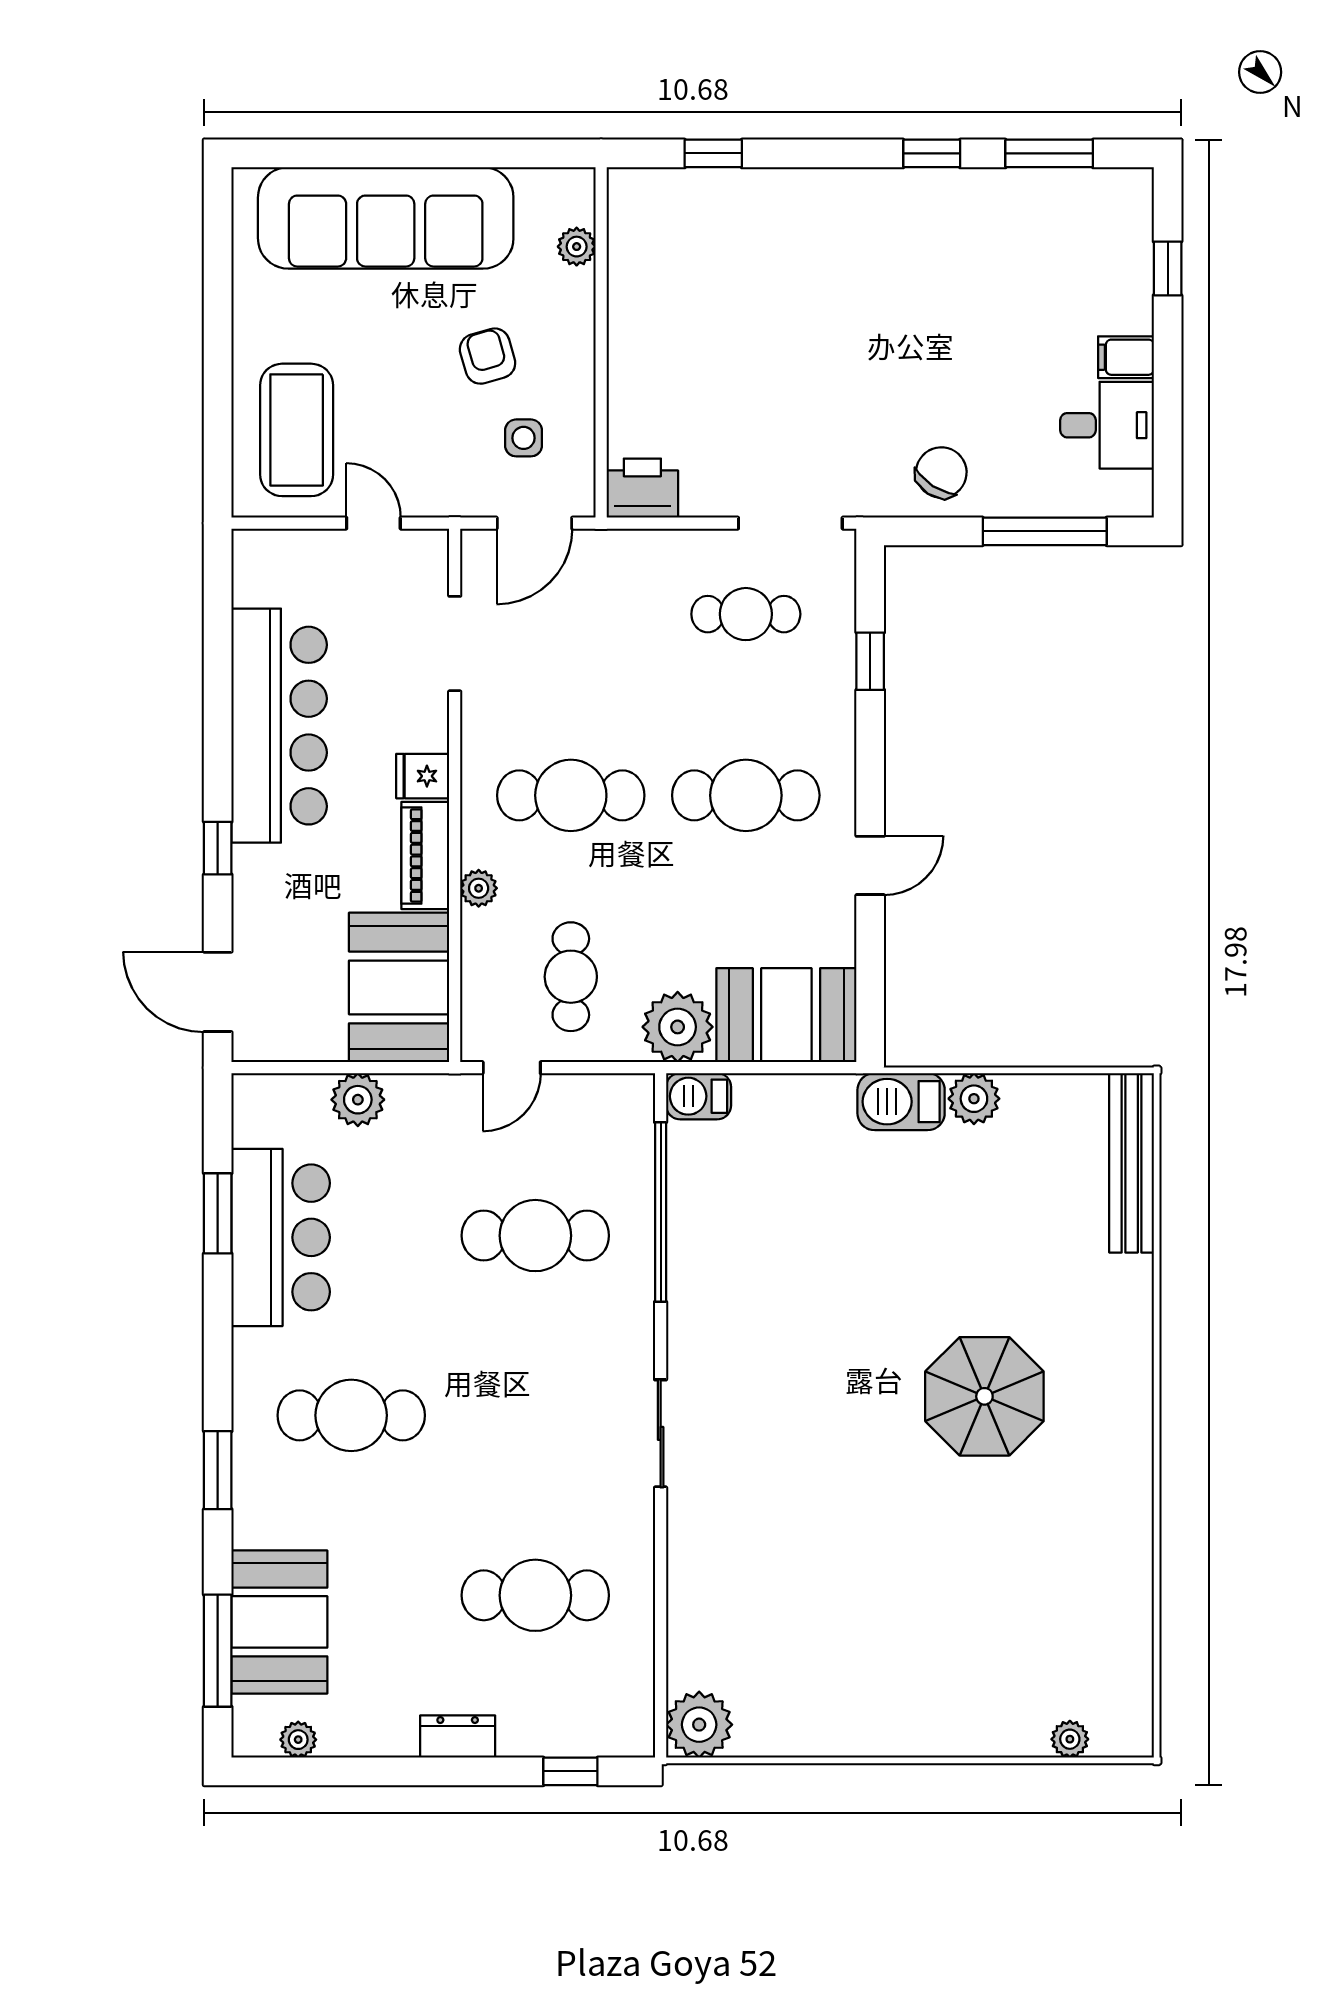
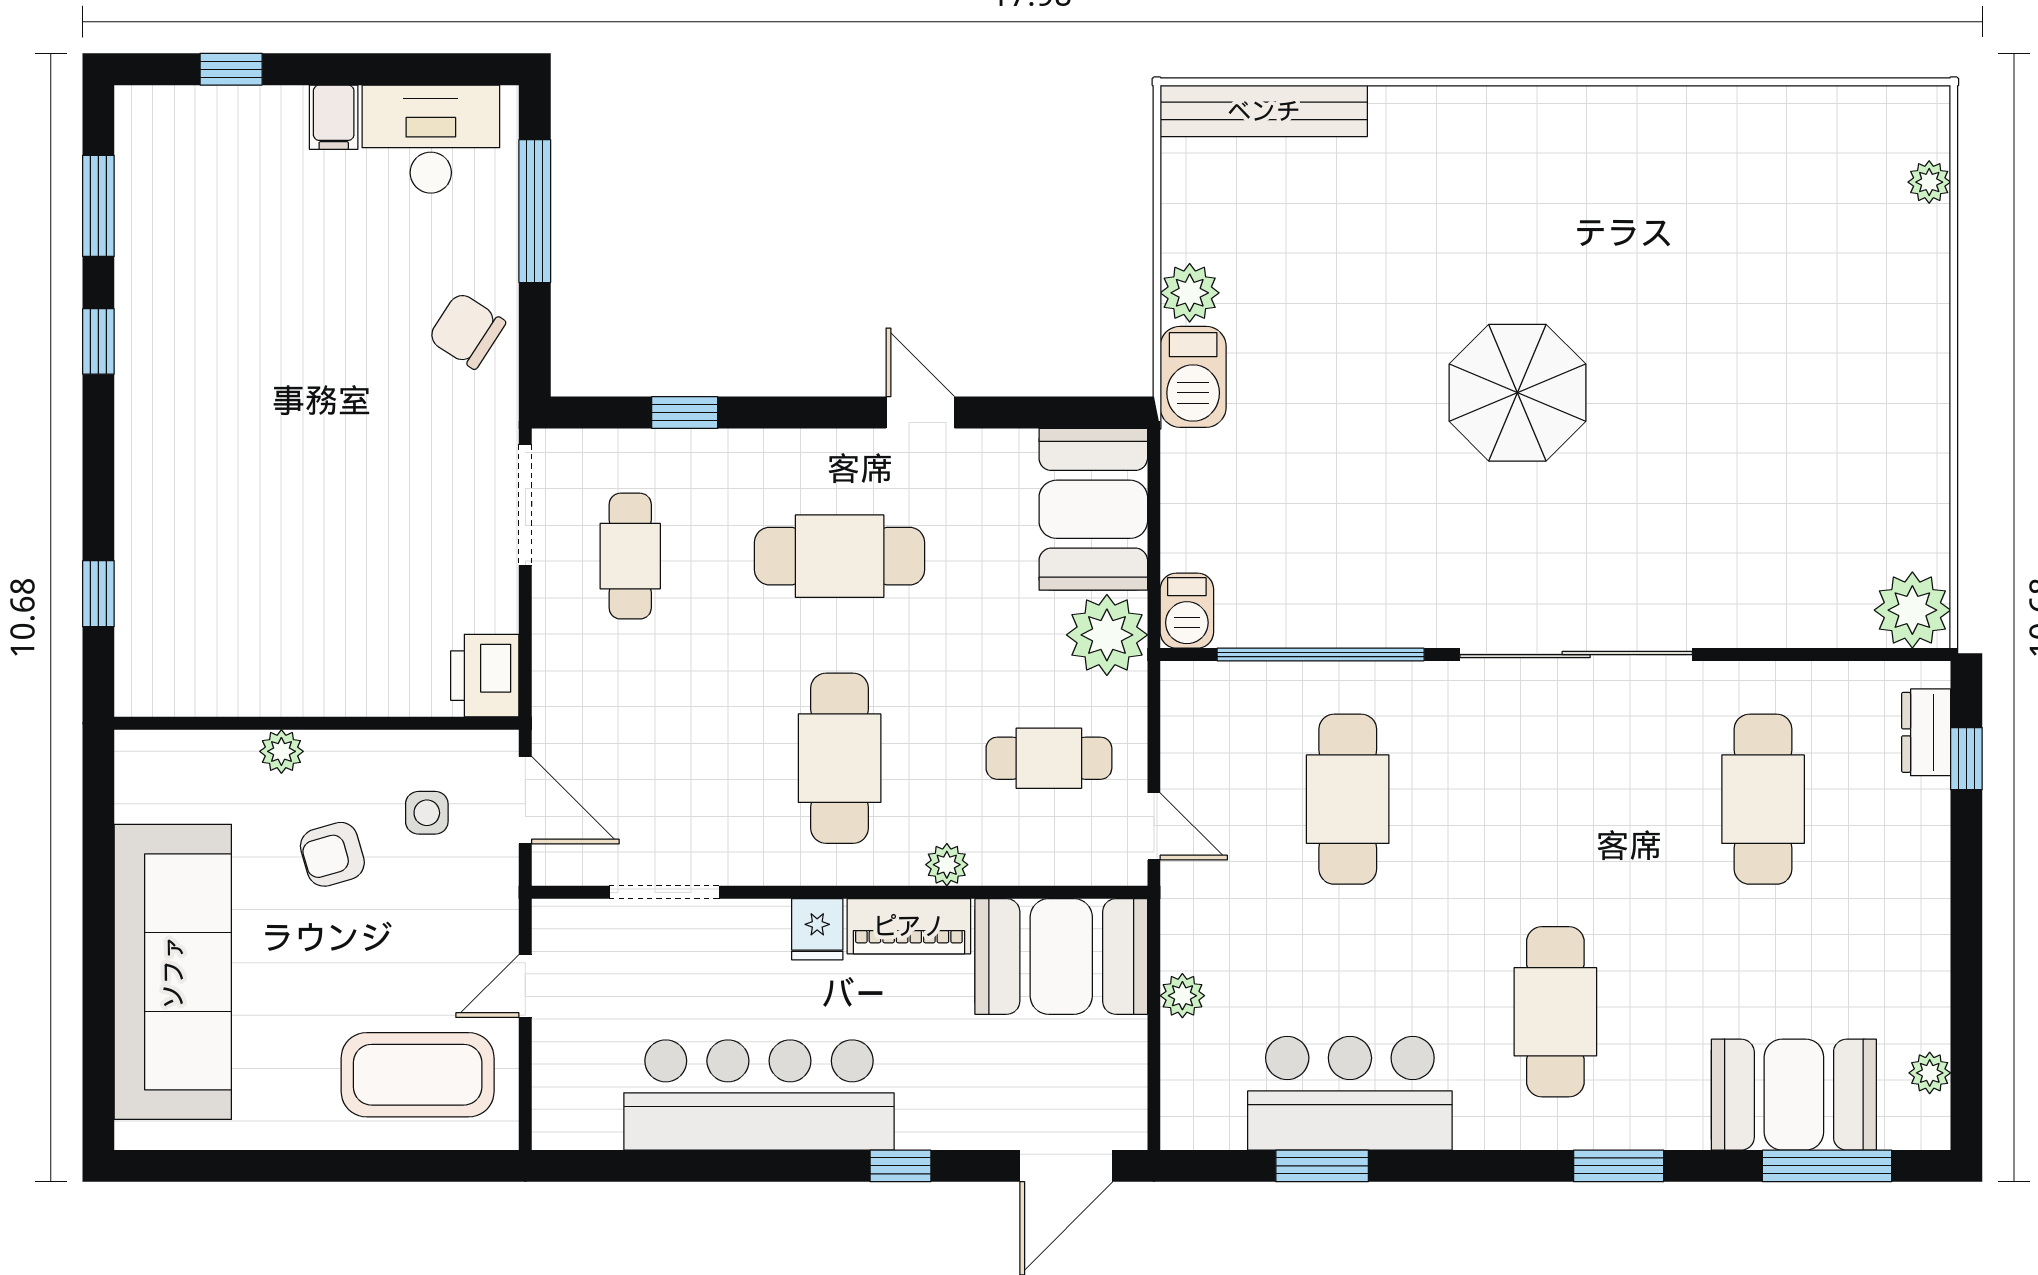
plant: (577, 247) -> (281, 751), moved
desk: (1107, 425) -> (431, 139), width x1.37
cafe table: (746, 795) -> (840, 556), turned 90
plant: (358, 1100) -> (1182, 996), width x0.73, depth x0.73
parasol: (984, 1396) -> (1517, 393), moved
sliding door: (661, 1433) -> (1576, 655), width x1.86
dresser: (458, 1737) -> (1926, 732), moved

